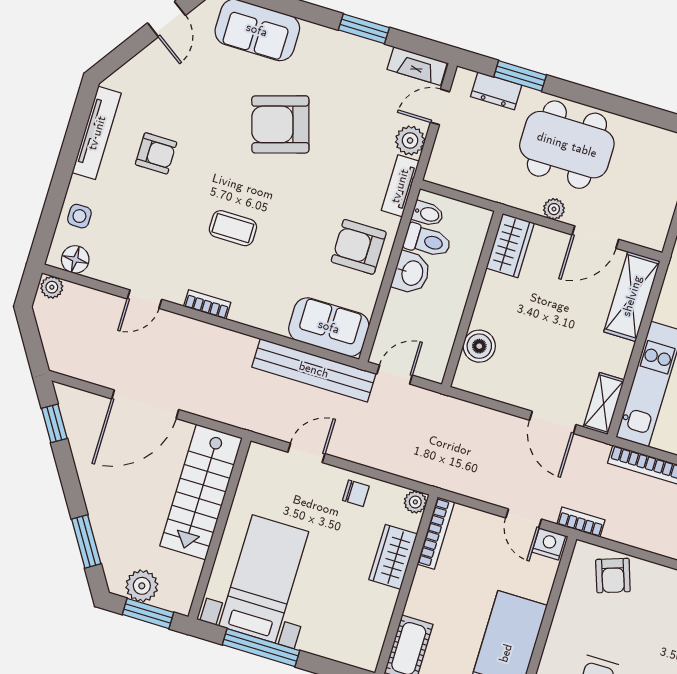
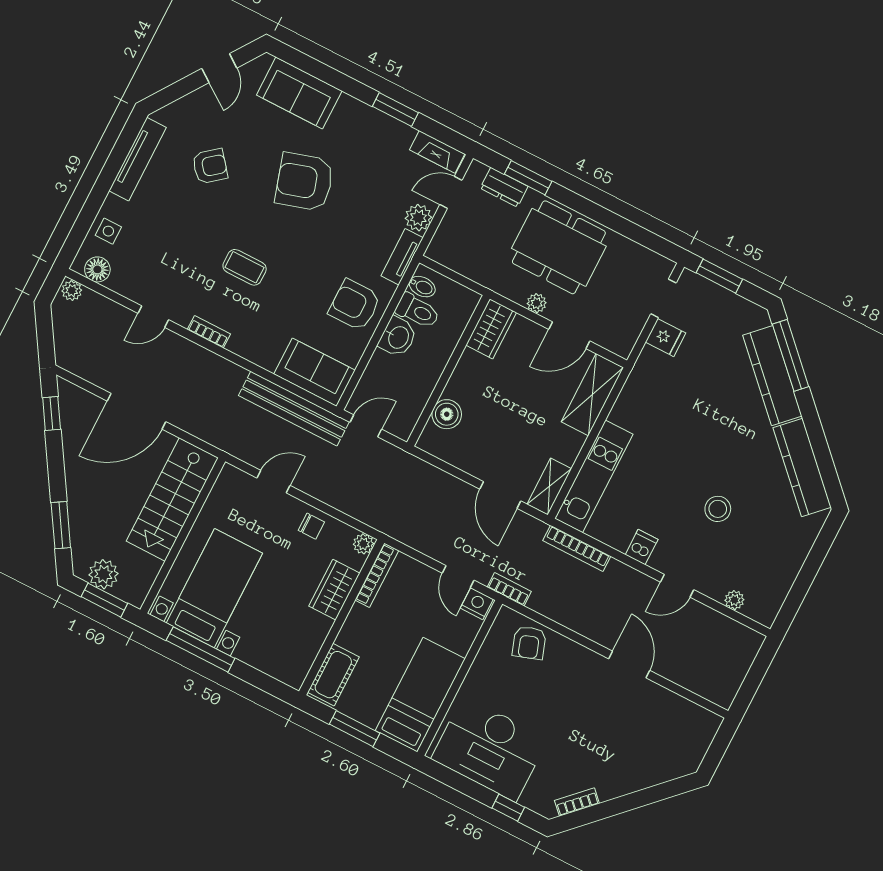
armchair: (156, 153) -> (210, 166), moved, turned -39

